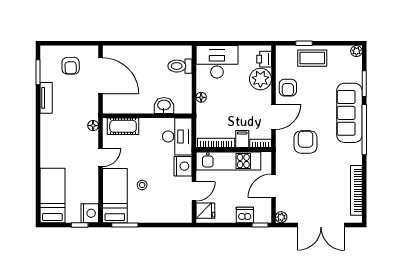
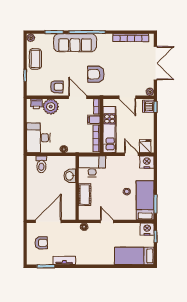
coffee table: (312, 58) -> (35, 59), moved
cot: (123, 126) -> (85, 195), moved
nightstand: (183, 166) -> (147, 162), moved
bed: (115, 196) -> (145, 200), moved, turned 90
dishwasher: (245, 215) -> (148, 106), moved

